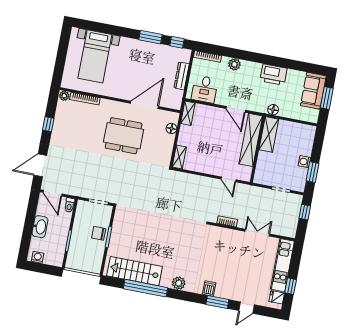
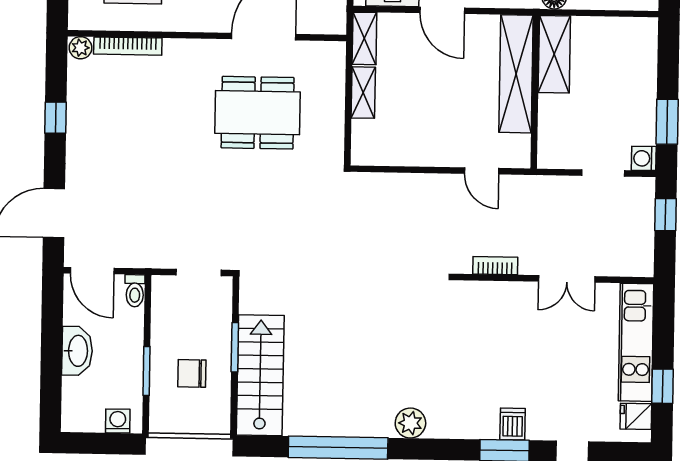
door: (236, 109) -> (442, 10), moved
floor lamp: (171, 128) -> (334, 79), removed
dining table: (124, 136) -> (258, 113), moved
shelving: (179, 157) -> (363, 93), moved
washing machine: (304, 162) -> (644, 158), moved
chair: (99, 233) -> (192, 373), moved
double door: (257, 233) -> (567, 279), swing flipped
washing machine: (38, 257) -> (118, 421), moved
stairs: (135, 271) -> (260, 375), moved, turned 90
dishwasher: (209, 289) -> (513, 424), moved

